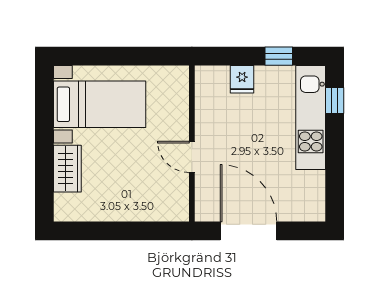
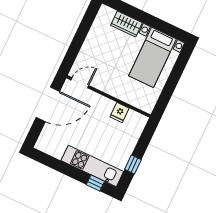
fridge: (242, 79) -> (120, 112), moved, turned -90
door: (192, 157) -> (80, 83), moved

